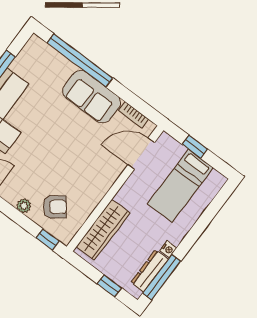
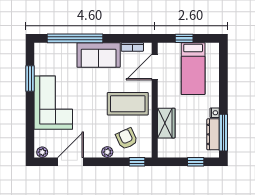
coffee table: (84, 171) -> (128, 104), added
armchair: (55, 207) -> (127, 139), turned -77
wardrobe: (103, 230) -> (166, 123), width x0.67

